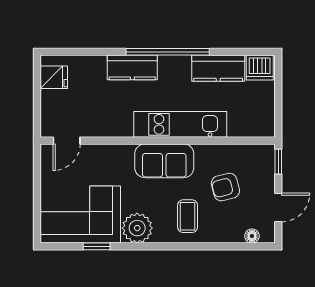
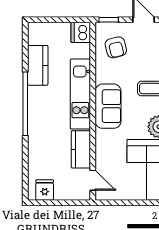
kitchen counter: (132, 67) -> (81, 149), moved, turned 180
dishwasher: (260, 68) -> (81, 32), moved, turned 180
armchair: (225, 187) -> (116, 47), moved

